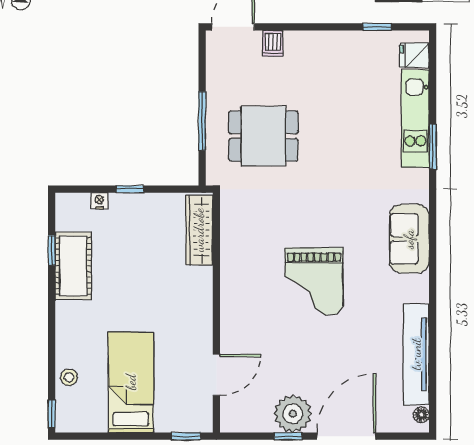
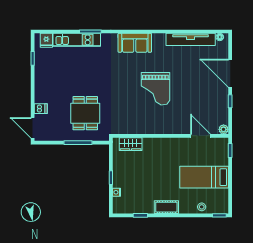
wardrobe: (199, 230) -> (131, 144), width x0.67
cot: (73, 266) -> (166, 207), moved, width x0.73, depth x0.75
grand piano: (314, 281) -> (155, 89), turned 90
plant: (293, 414) -> (224, 129), moved, width x0.53, depth x0.53

